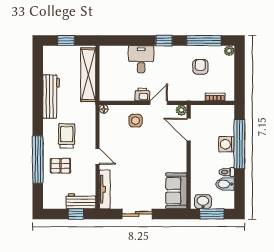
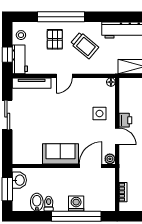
trolley: (67, 136) -> (85, 45), turned 40
sofa: (176, 191) -> (60, 154), moved
stool: (56, 200) -> (21, 35), added

